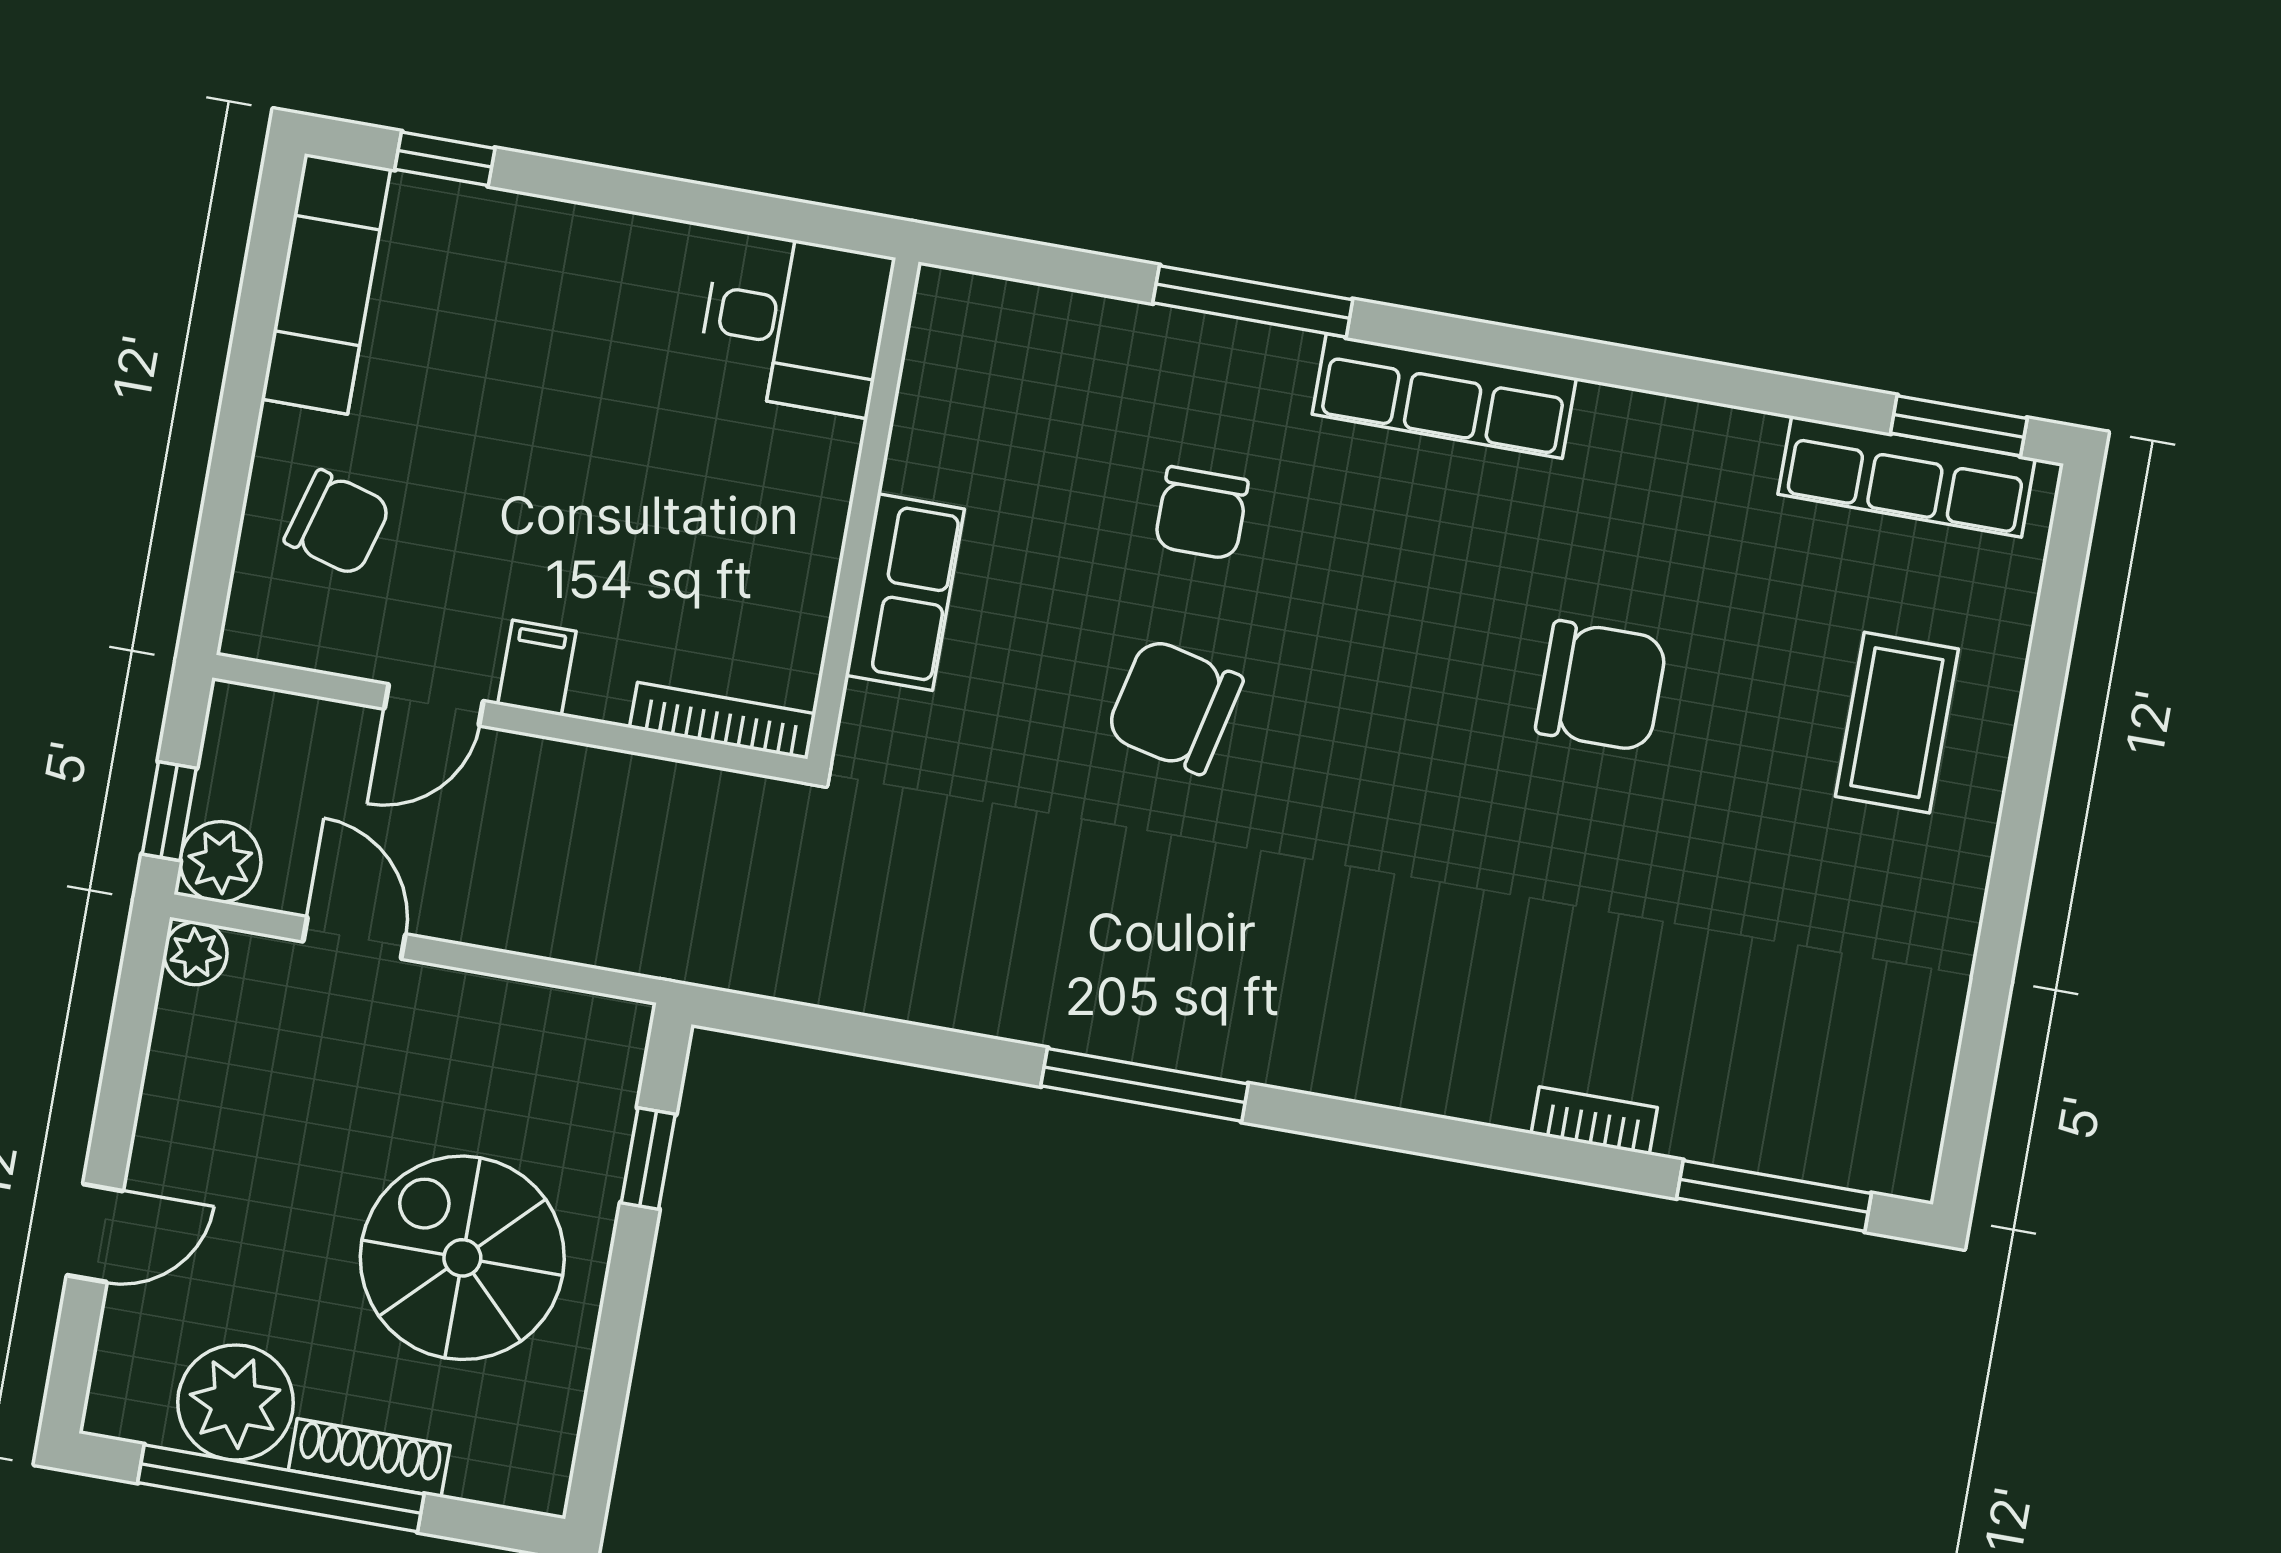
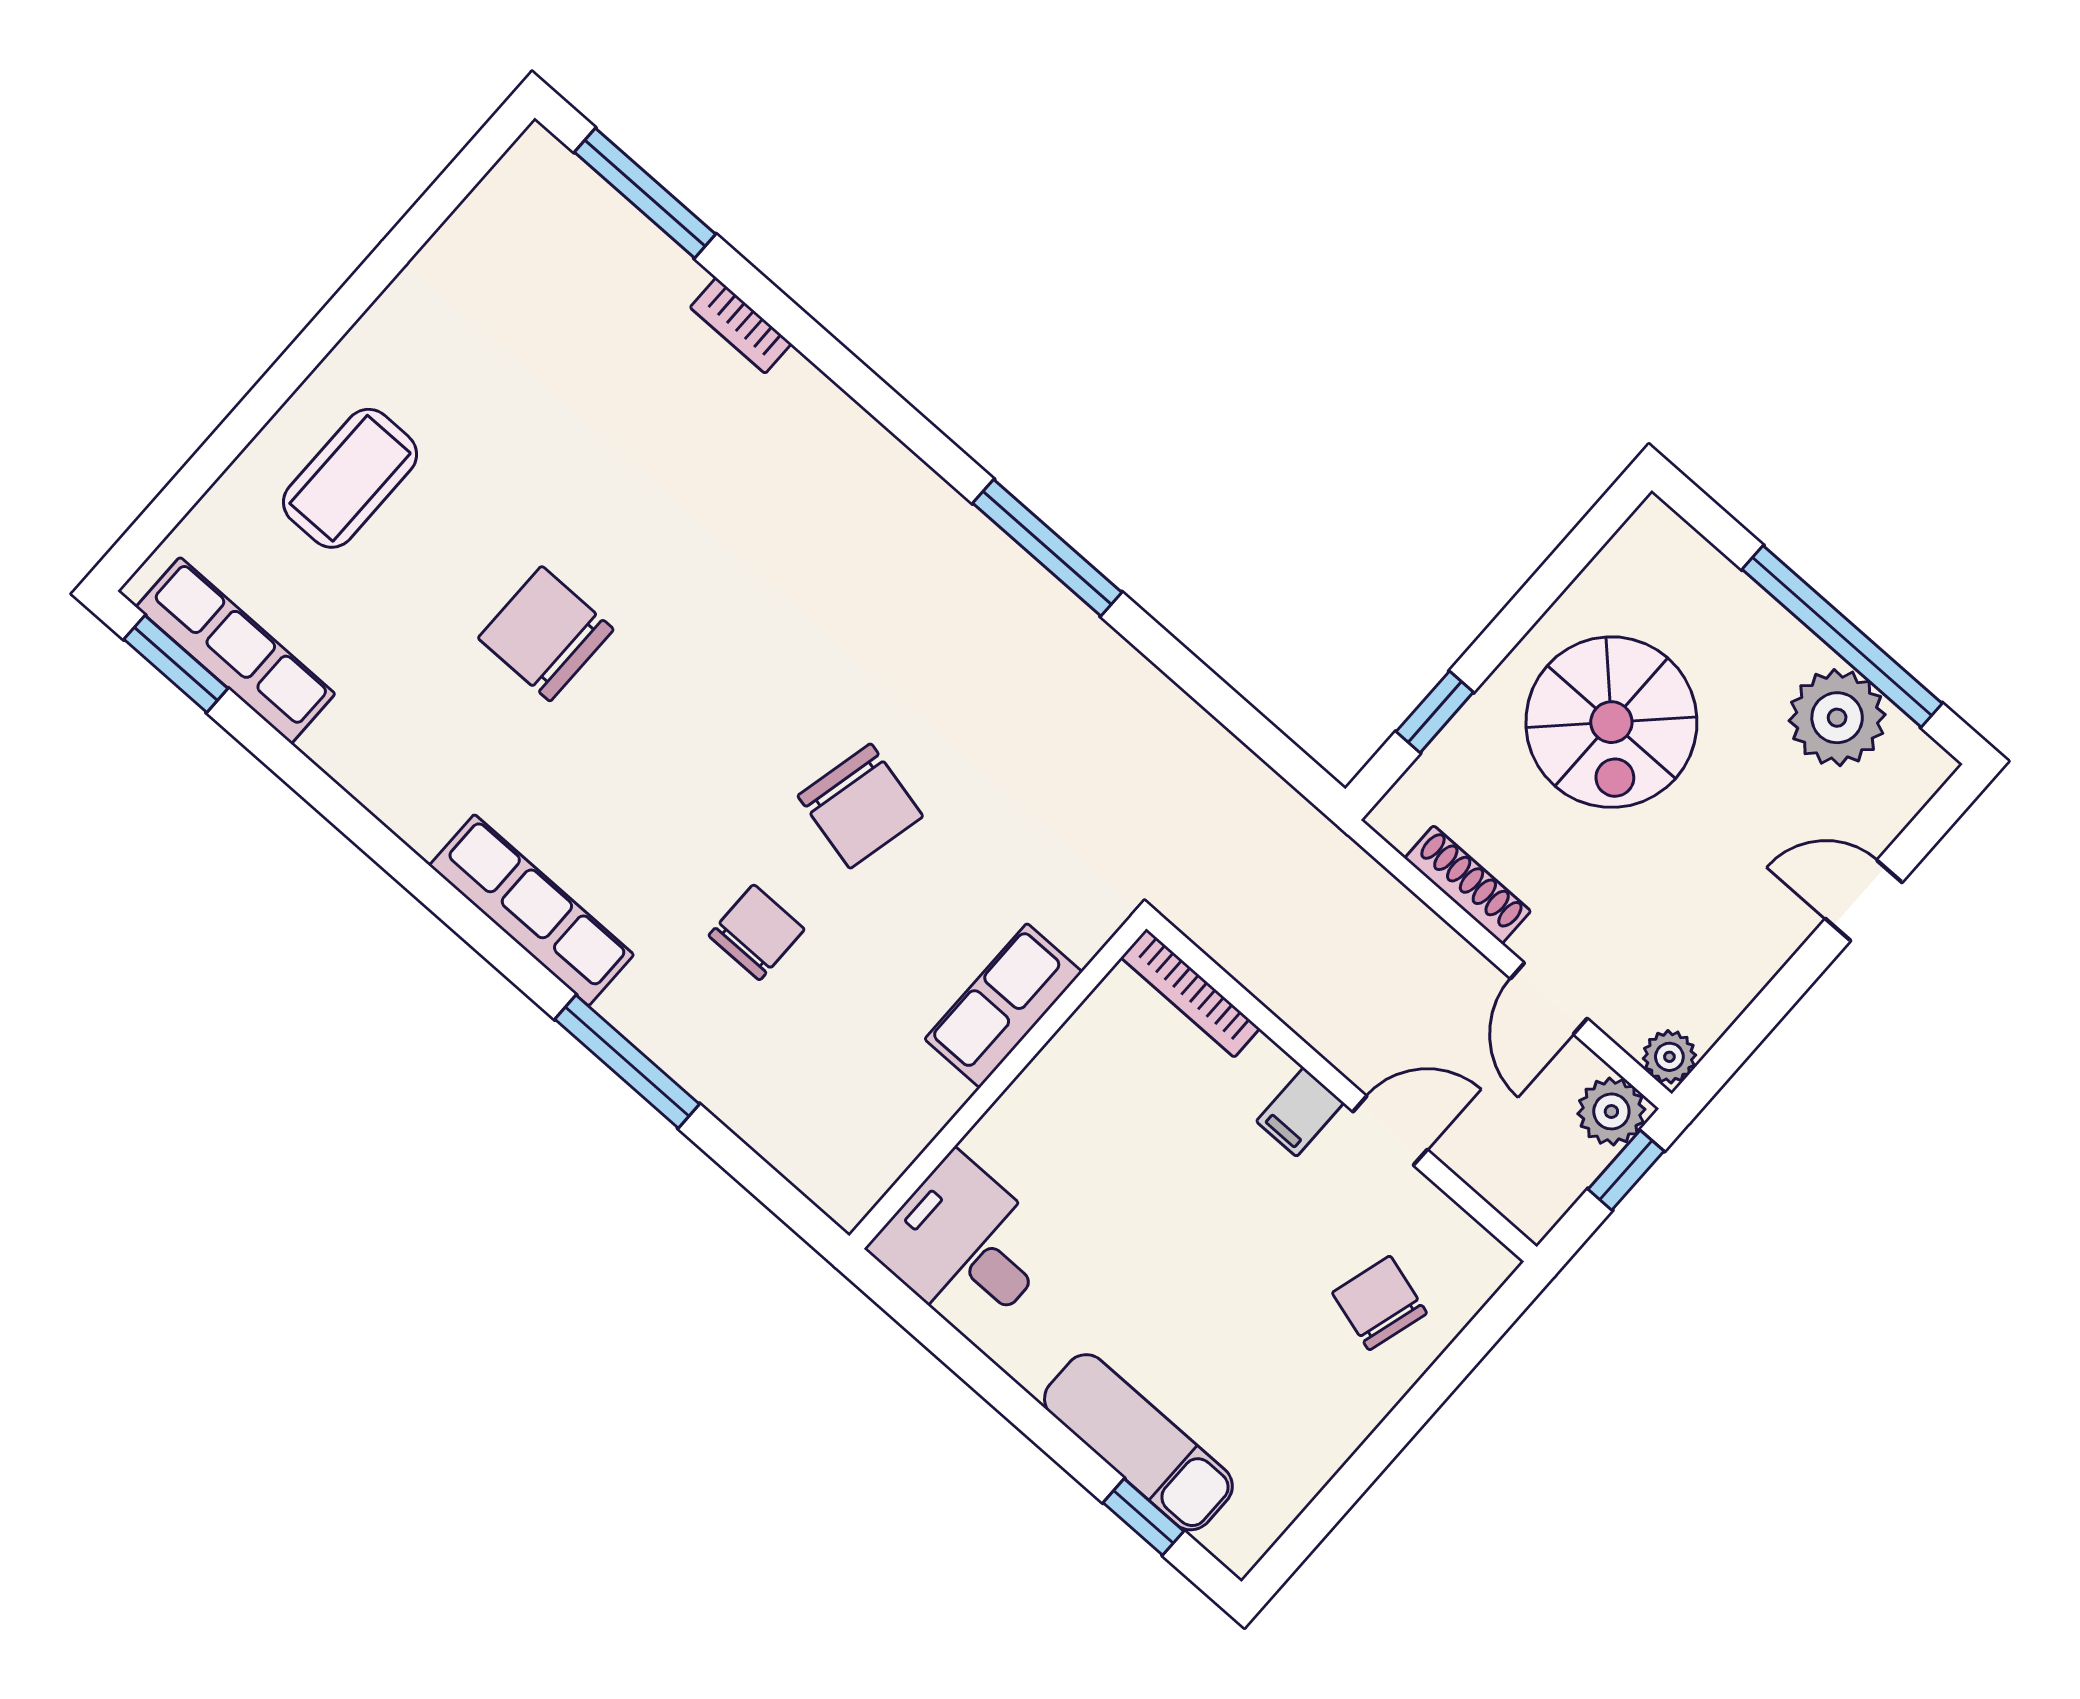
exam couch: (326, 284) -> (1138, 1442), moved, turned 90
shoe rack: (369, 1458) -> (1468, 885), moved, turned 180

